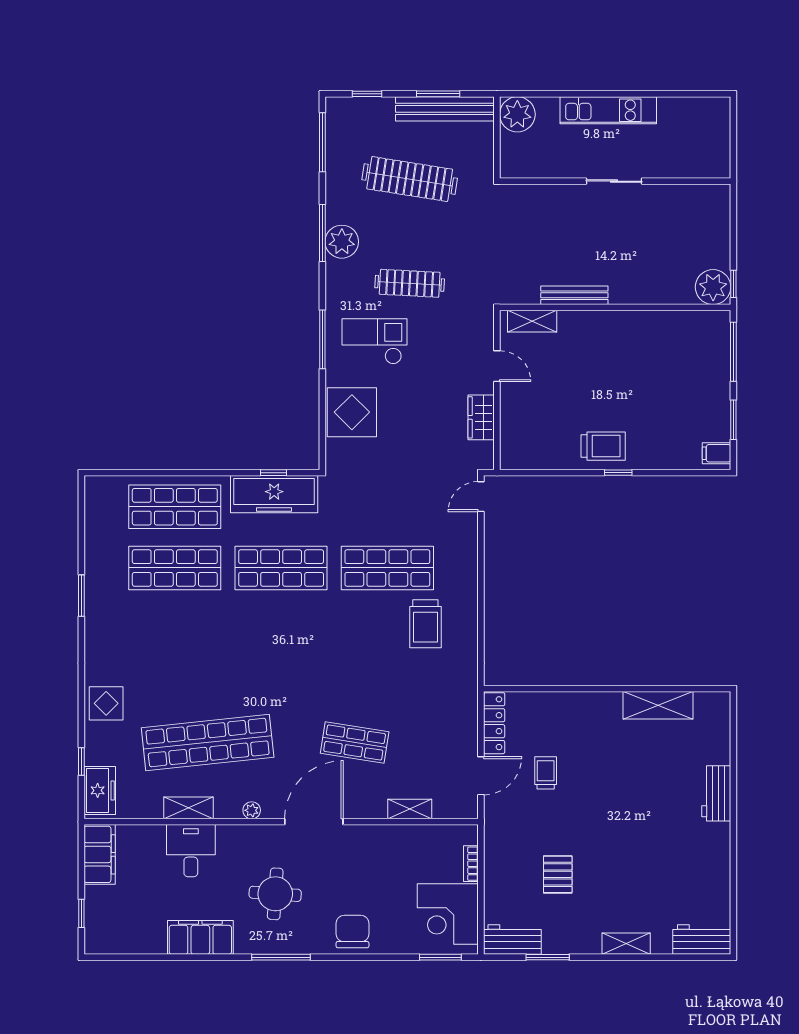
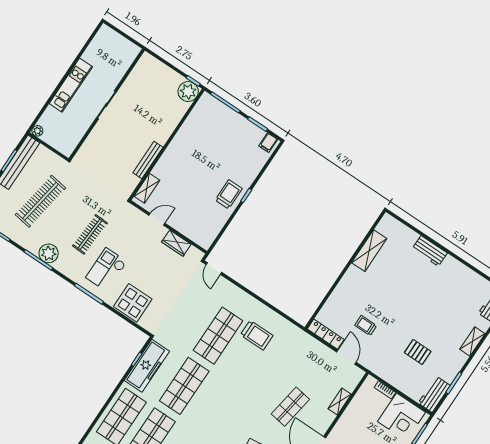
plant: (517, 114) -> (37, 131), width x0.53, depth x0.53

